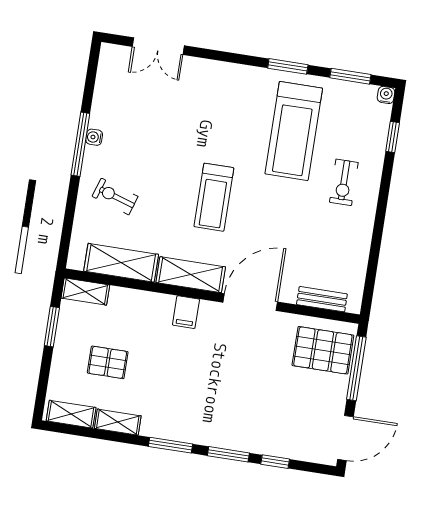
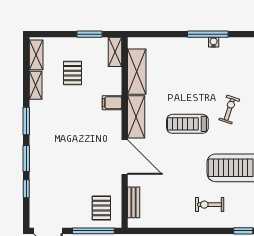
exercise bike: (115, 196) -> (229, 109), moved
filing cabinet: (186, 312) -> (112, 103), moved
pallet: (323, 350) -> (101, 208), width x0.67, depth x0.71

